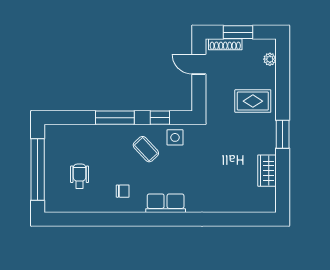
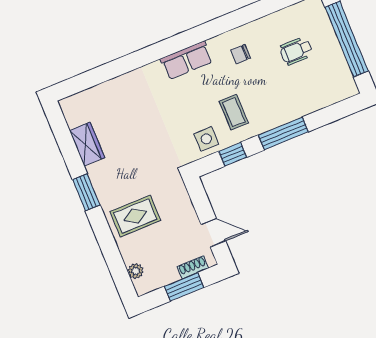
shoe rack: (225, 44) -> (193, 267), width x0.70
coffee table: (146, 149) -> (234, 112), turned 43
wheelchair: (80, 176) -> (296, 51), turned 90

